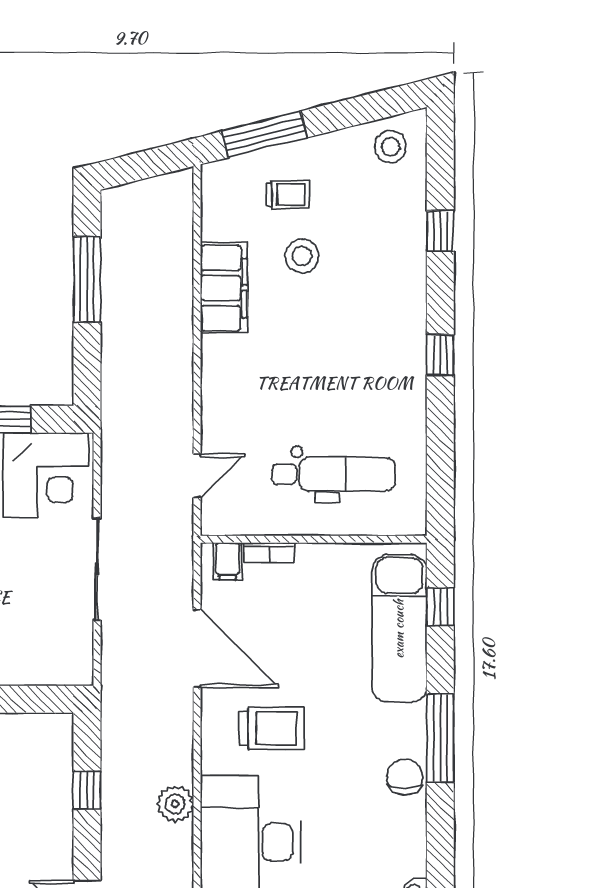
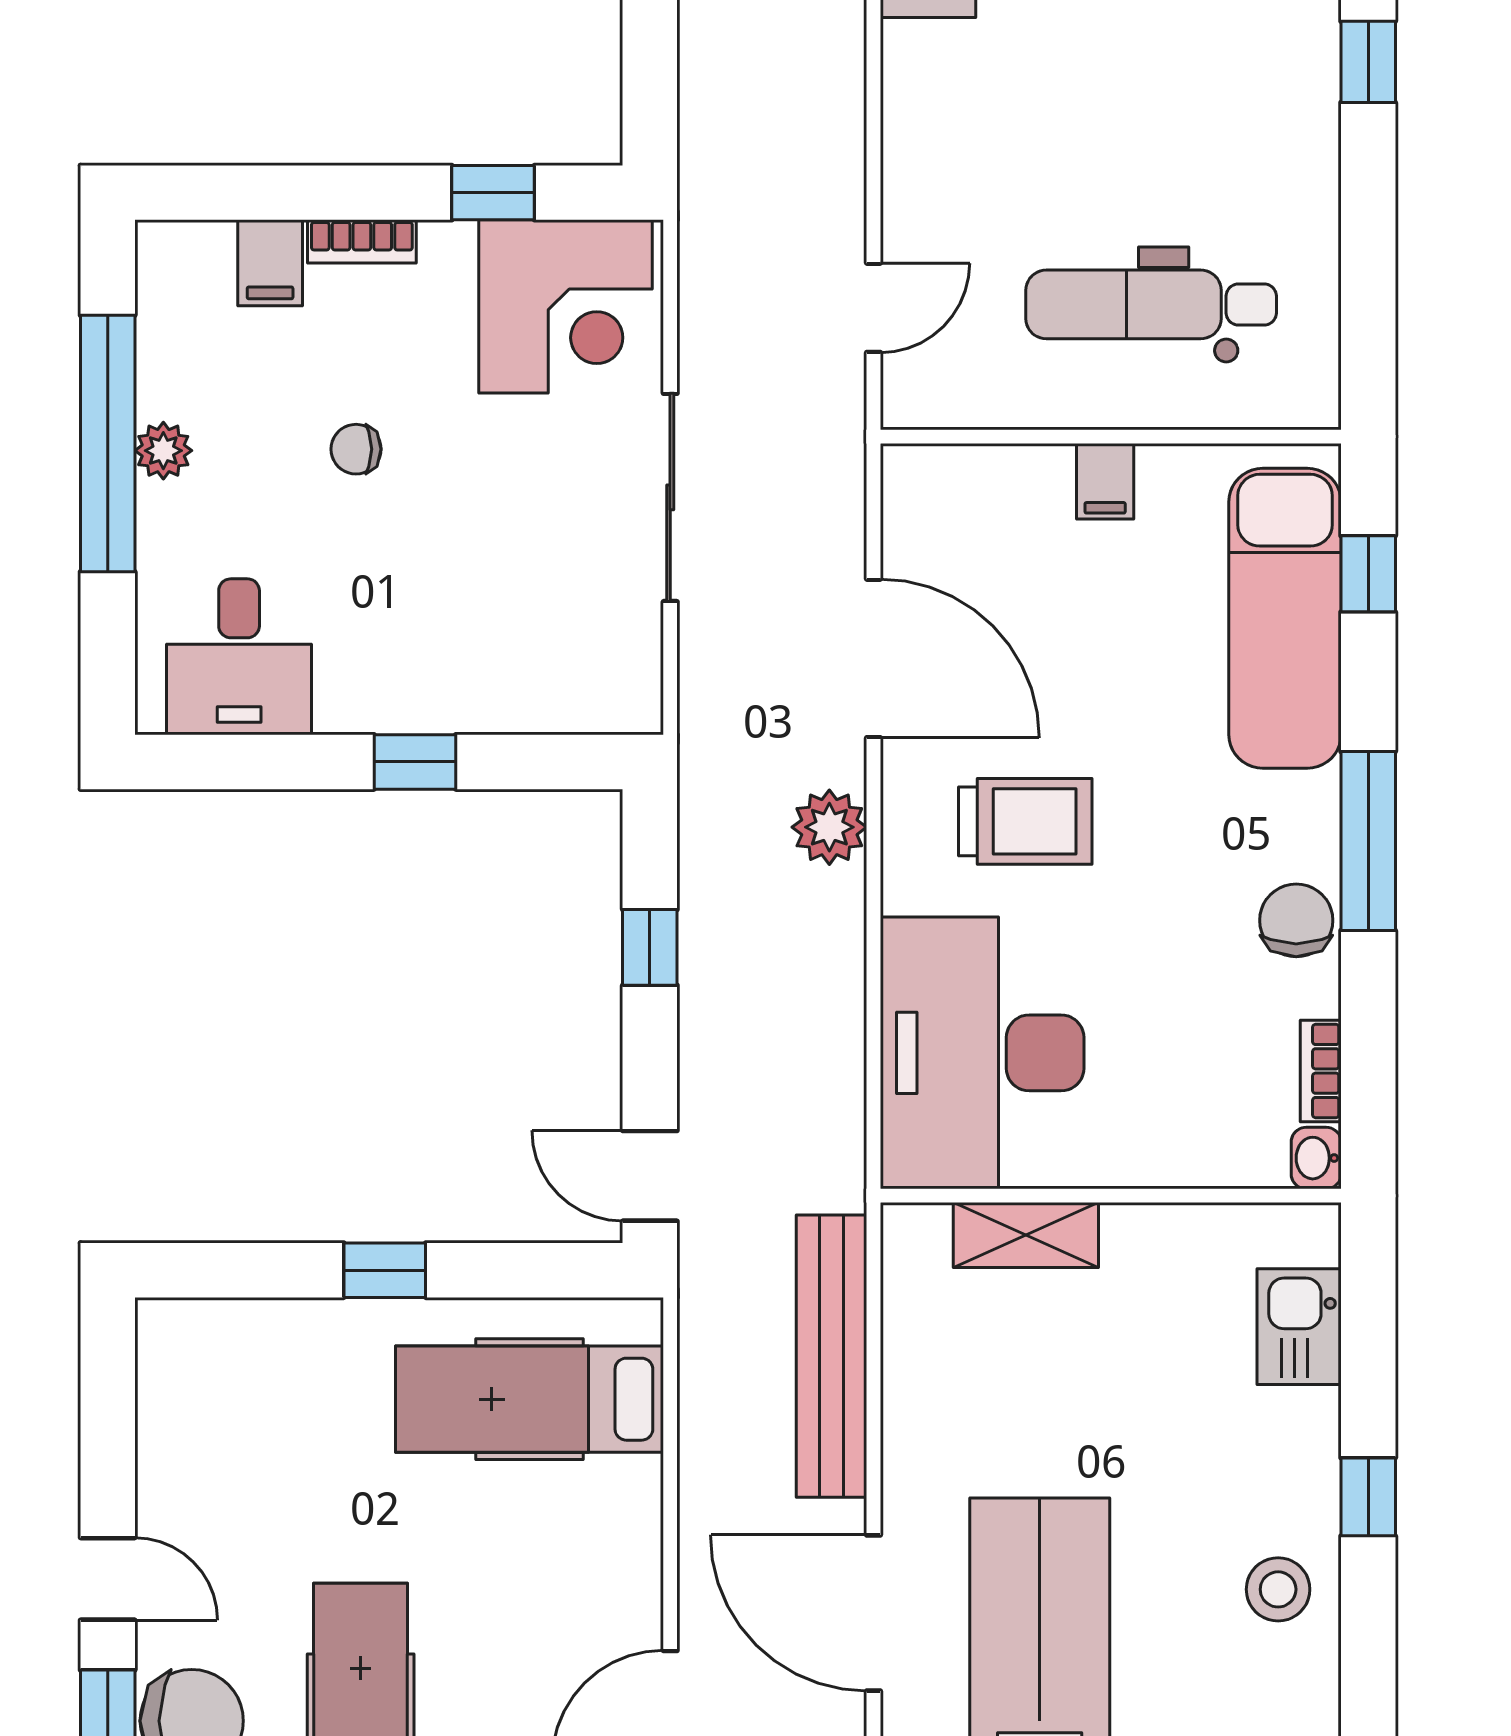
dental chair: (334, 474) -> (1151, 304), turned 180
bookcase: (269, 553) -> (1321, 1071), moved, turned 90
filing cabinet: (228, 561) -> (1105, 481), moved
plant: (175, 804) -> (829, 827), moved

